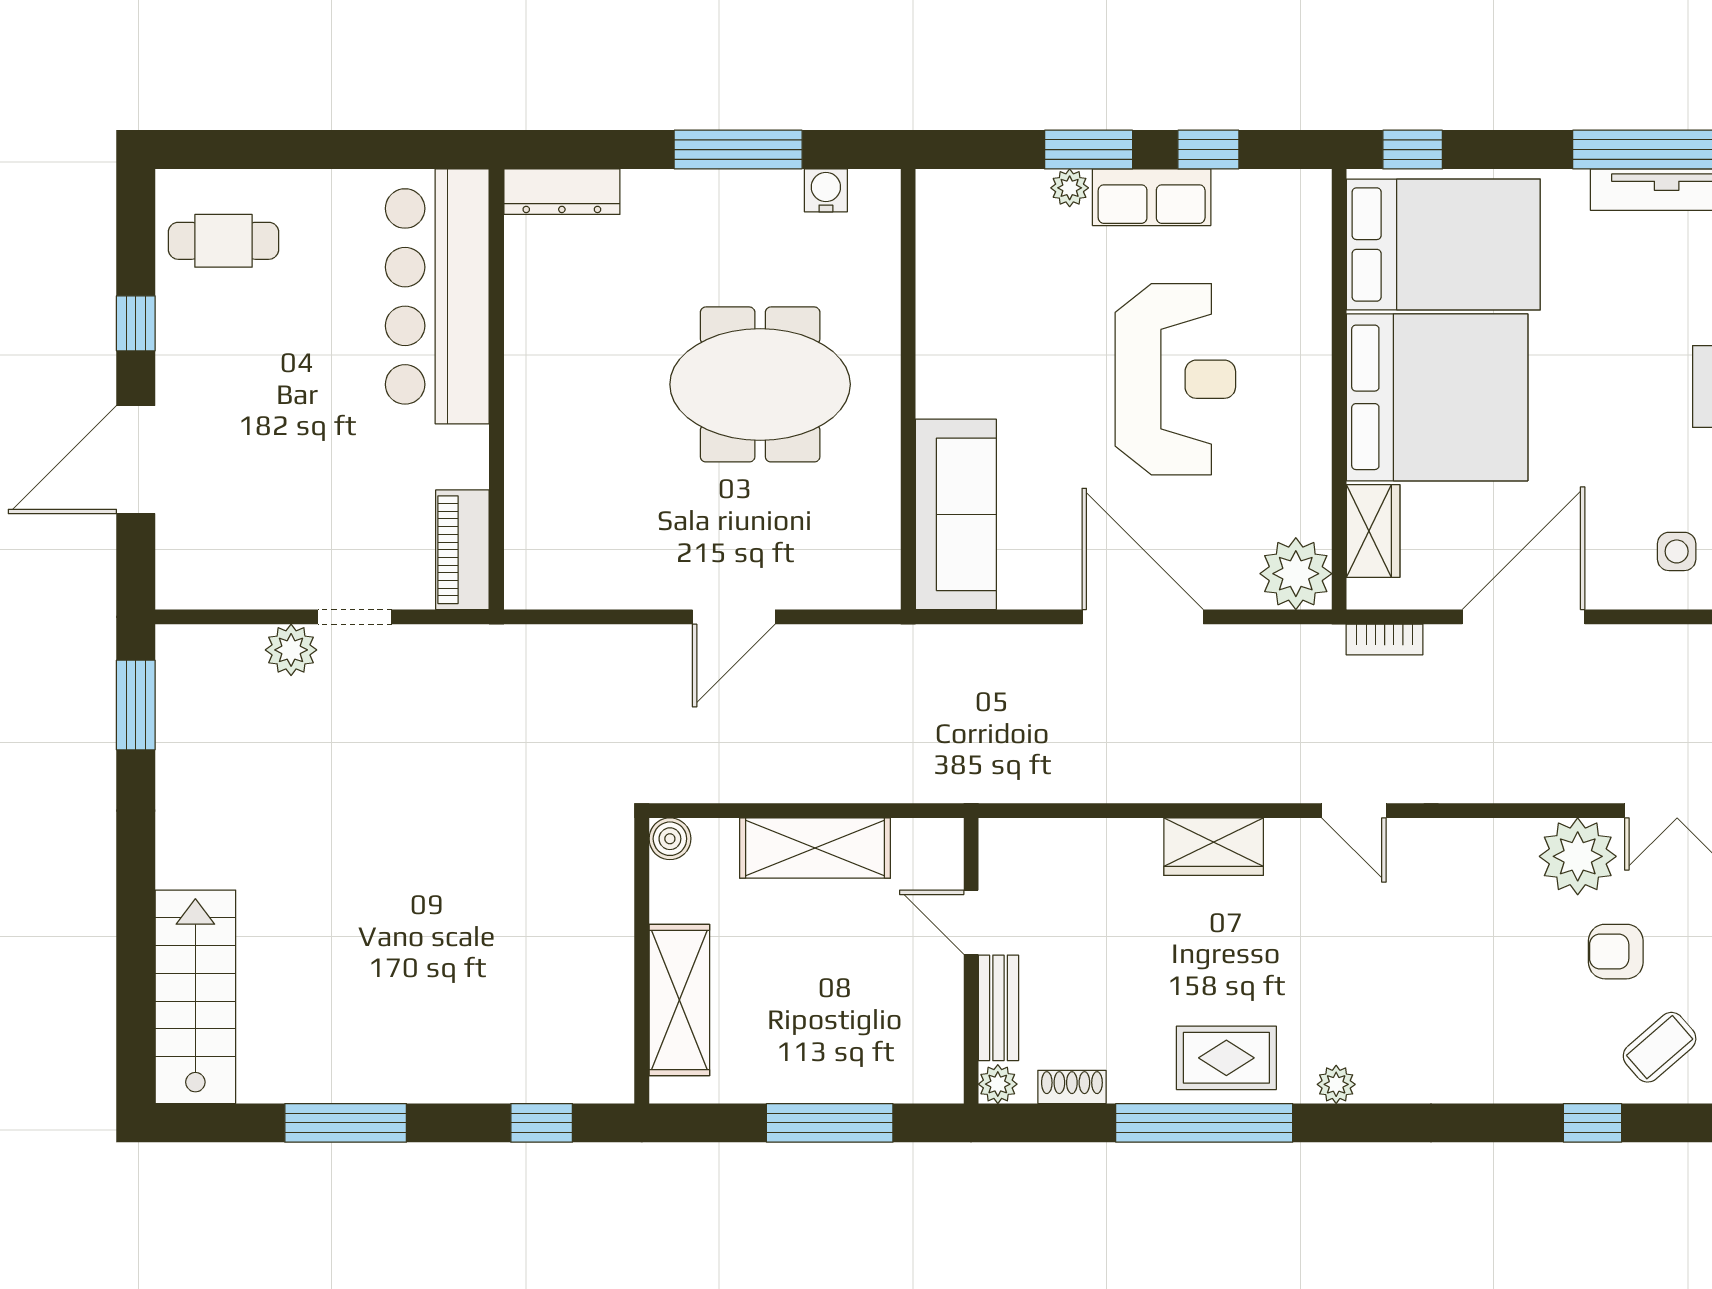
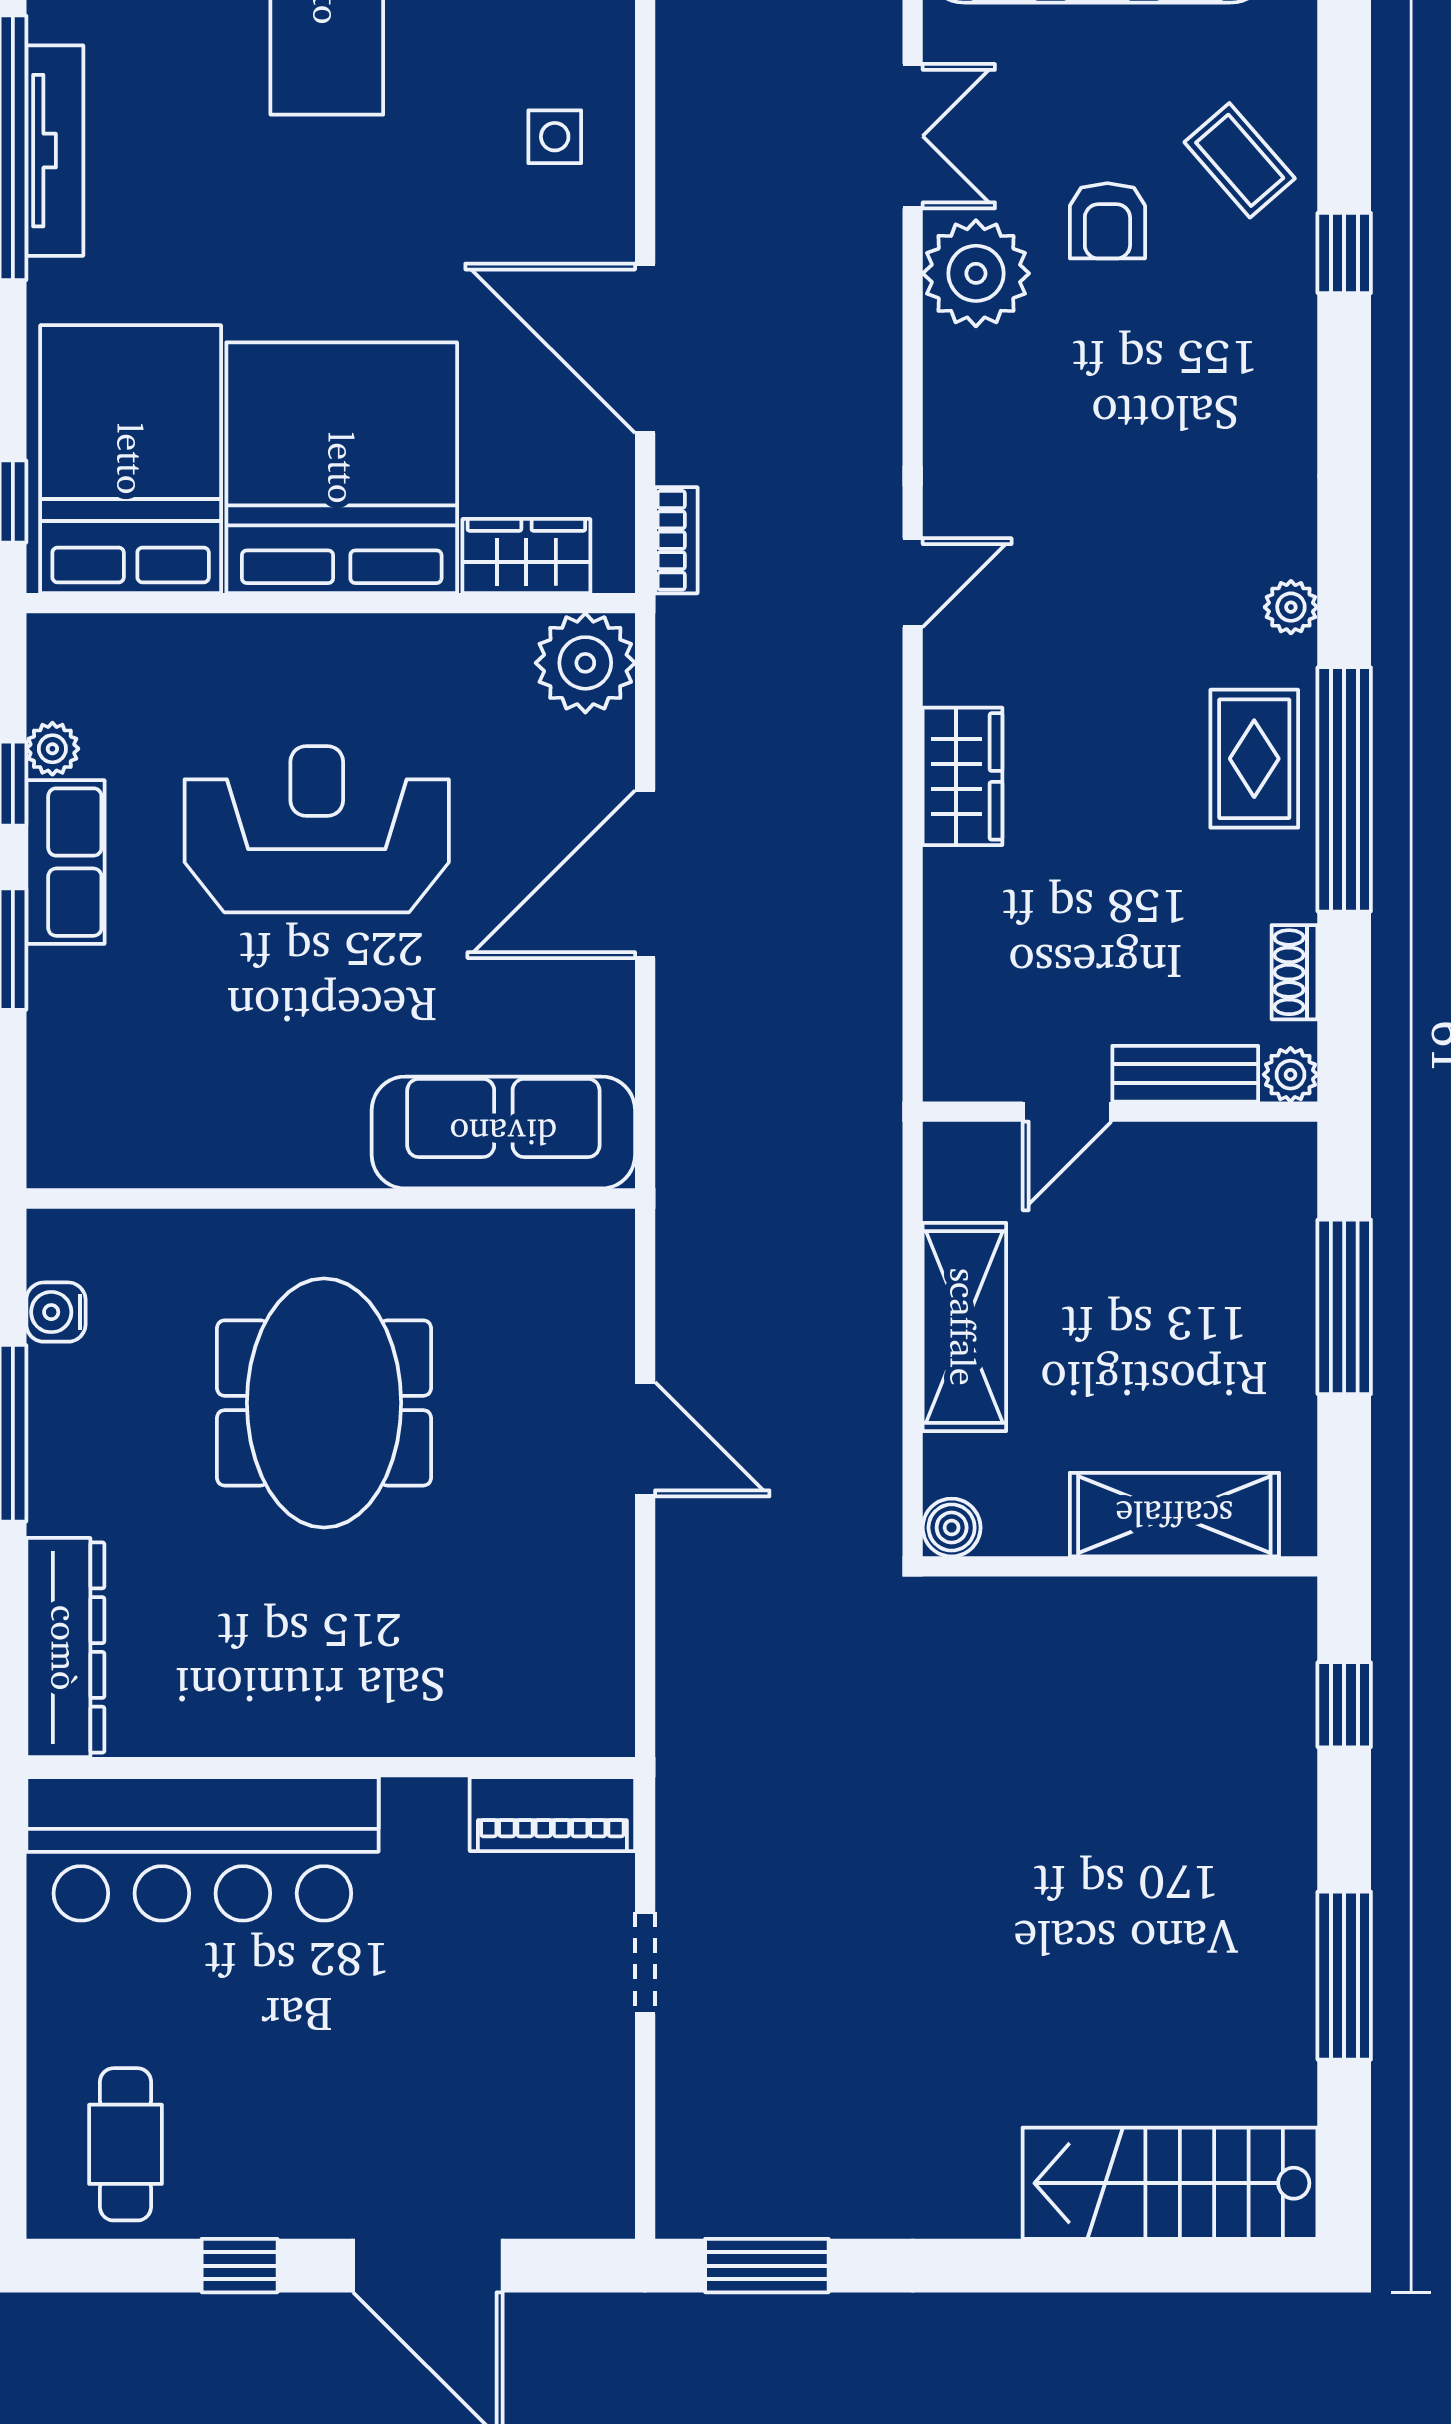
plant: (1070, 188) -> (52, 749), moved
dresser: (562, 192) -> (65, 1648), width x1.37, depth x1.24
plant: (291, 650) -> (691, 2051), removed

